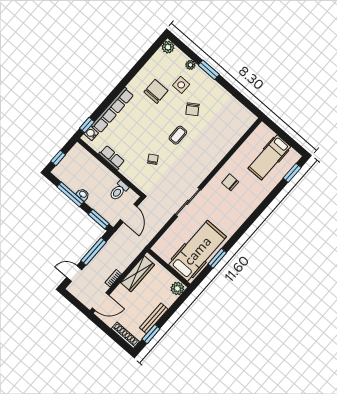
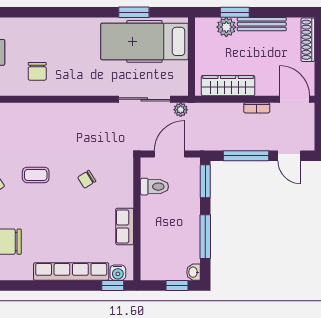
washbasin: (83, 194) -> (193, 272), moved
sliding door: (188, 202) -> (144, 99), moved
plant: (146, 239) -> (181, 110), added
plant: (177, 288) -> (226, 27), moved
window: (151, 334) -> (235, 12), moved

